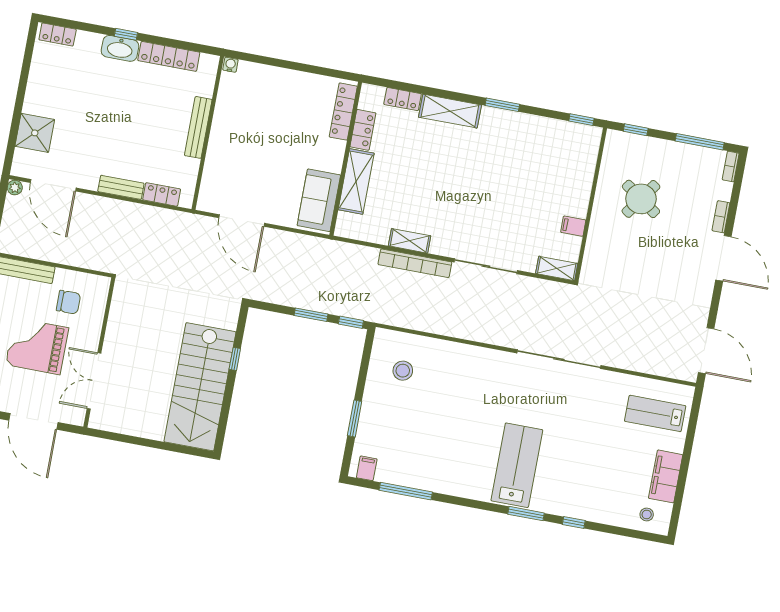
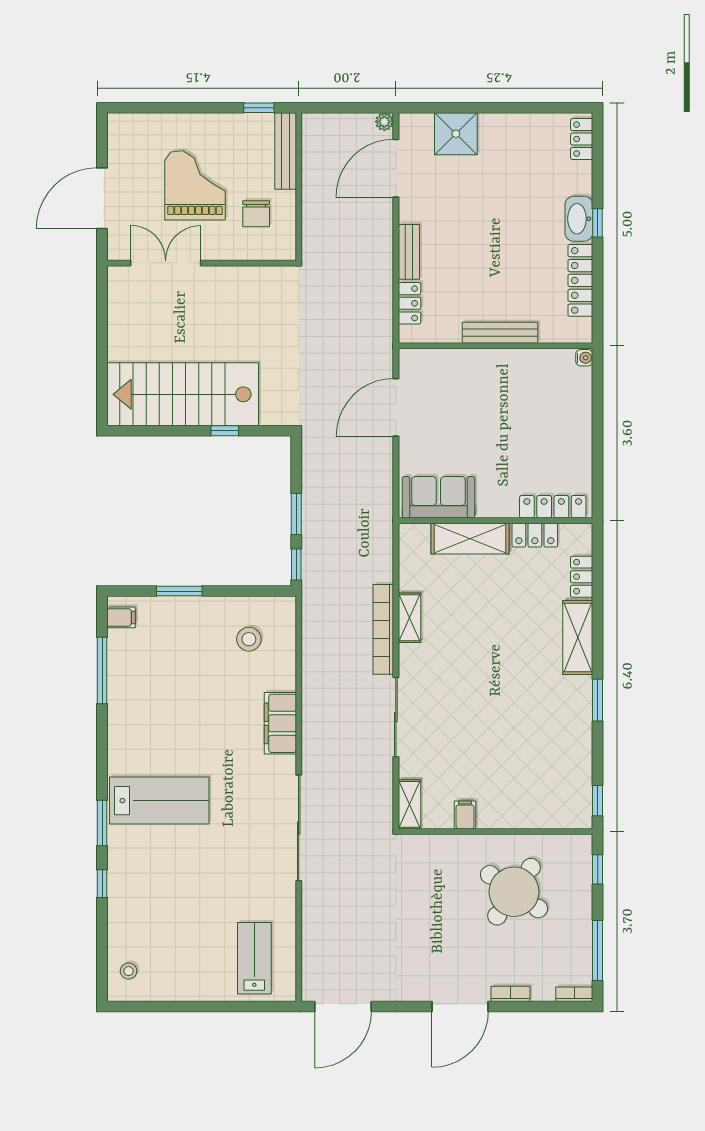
round table: (641, 199) -> (514, 892), width x1.36, depth x1.36
filing cabinet: (666, 476) -> (280, 723), moved, turned -90

